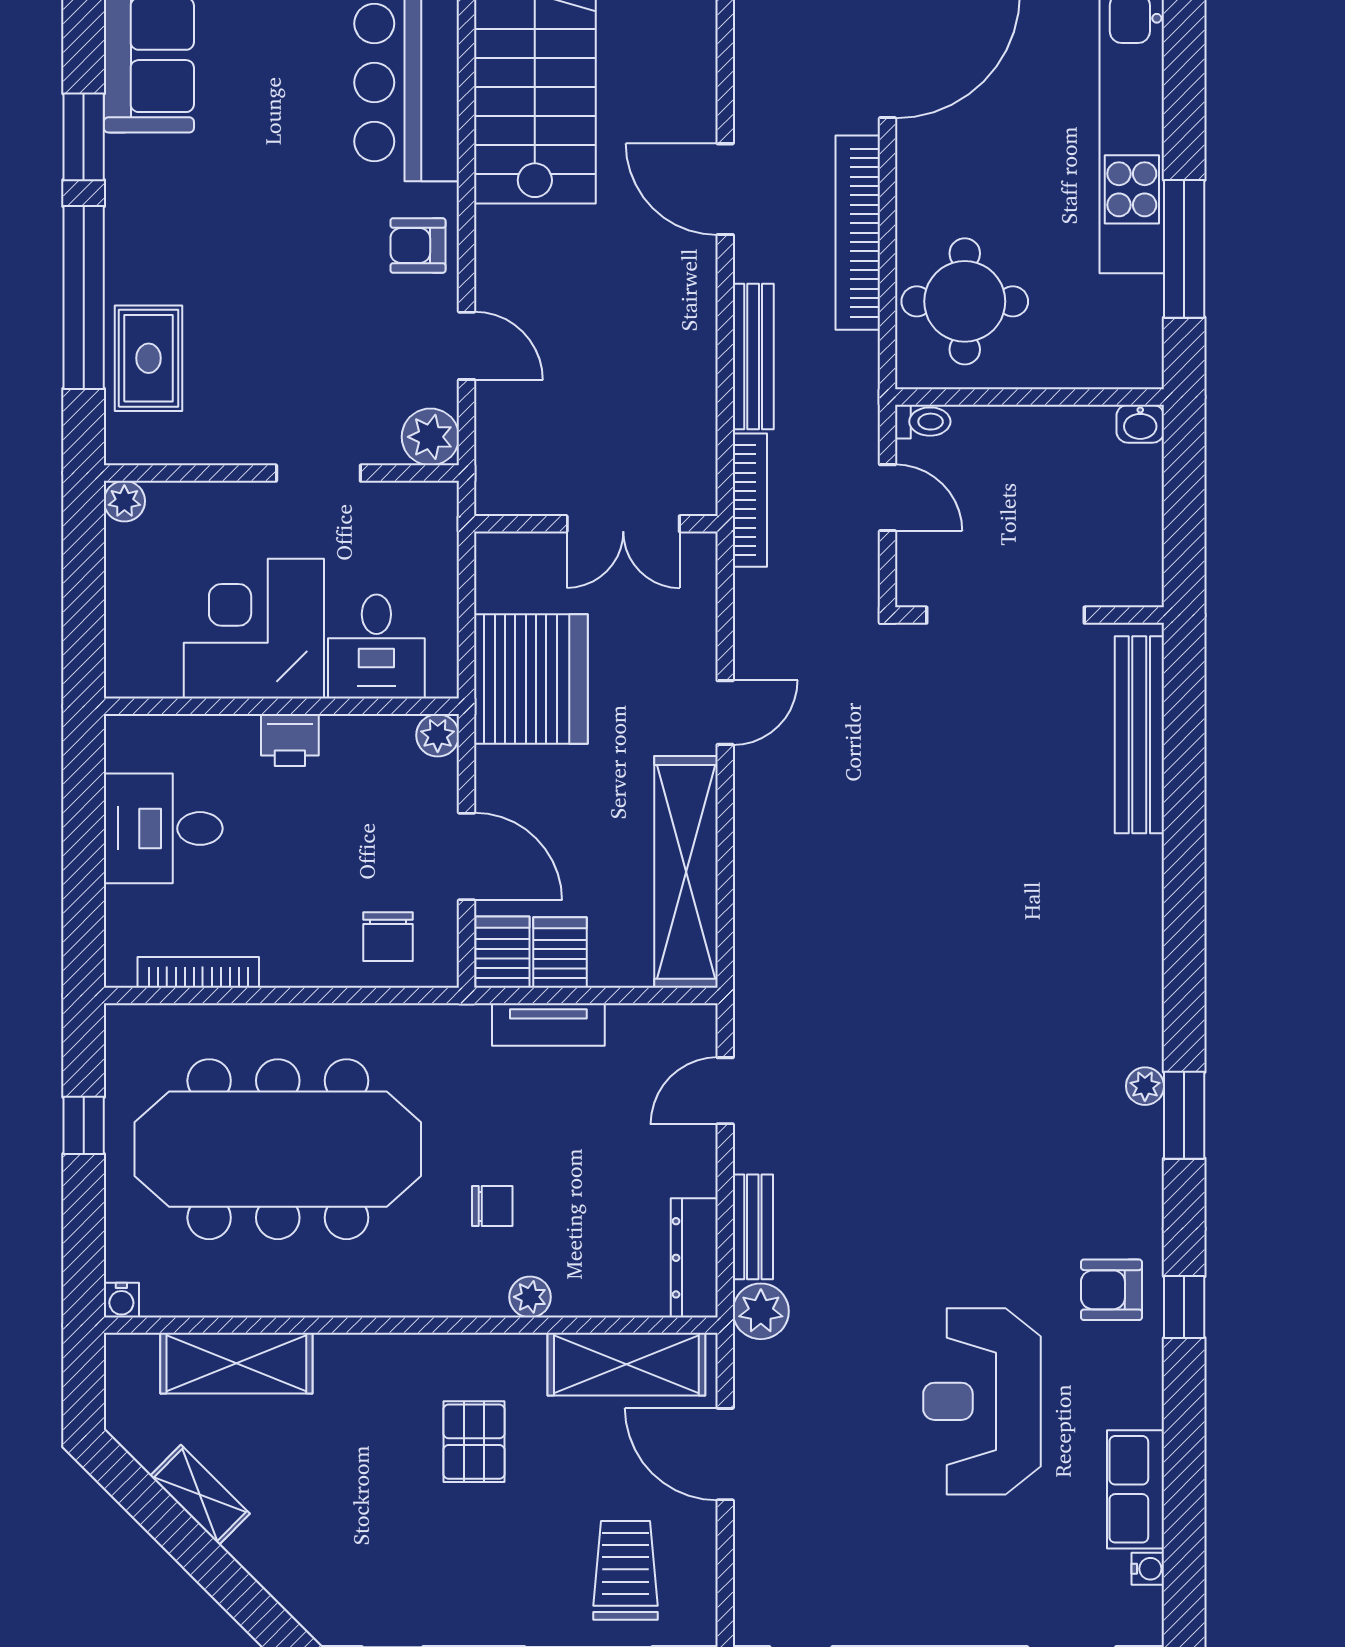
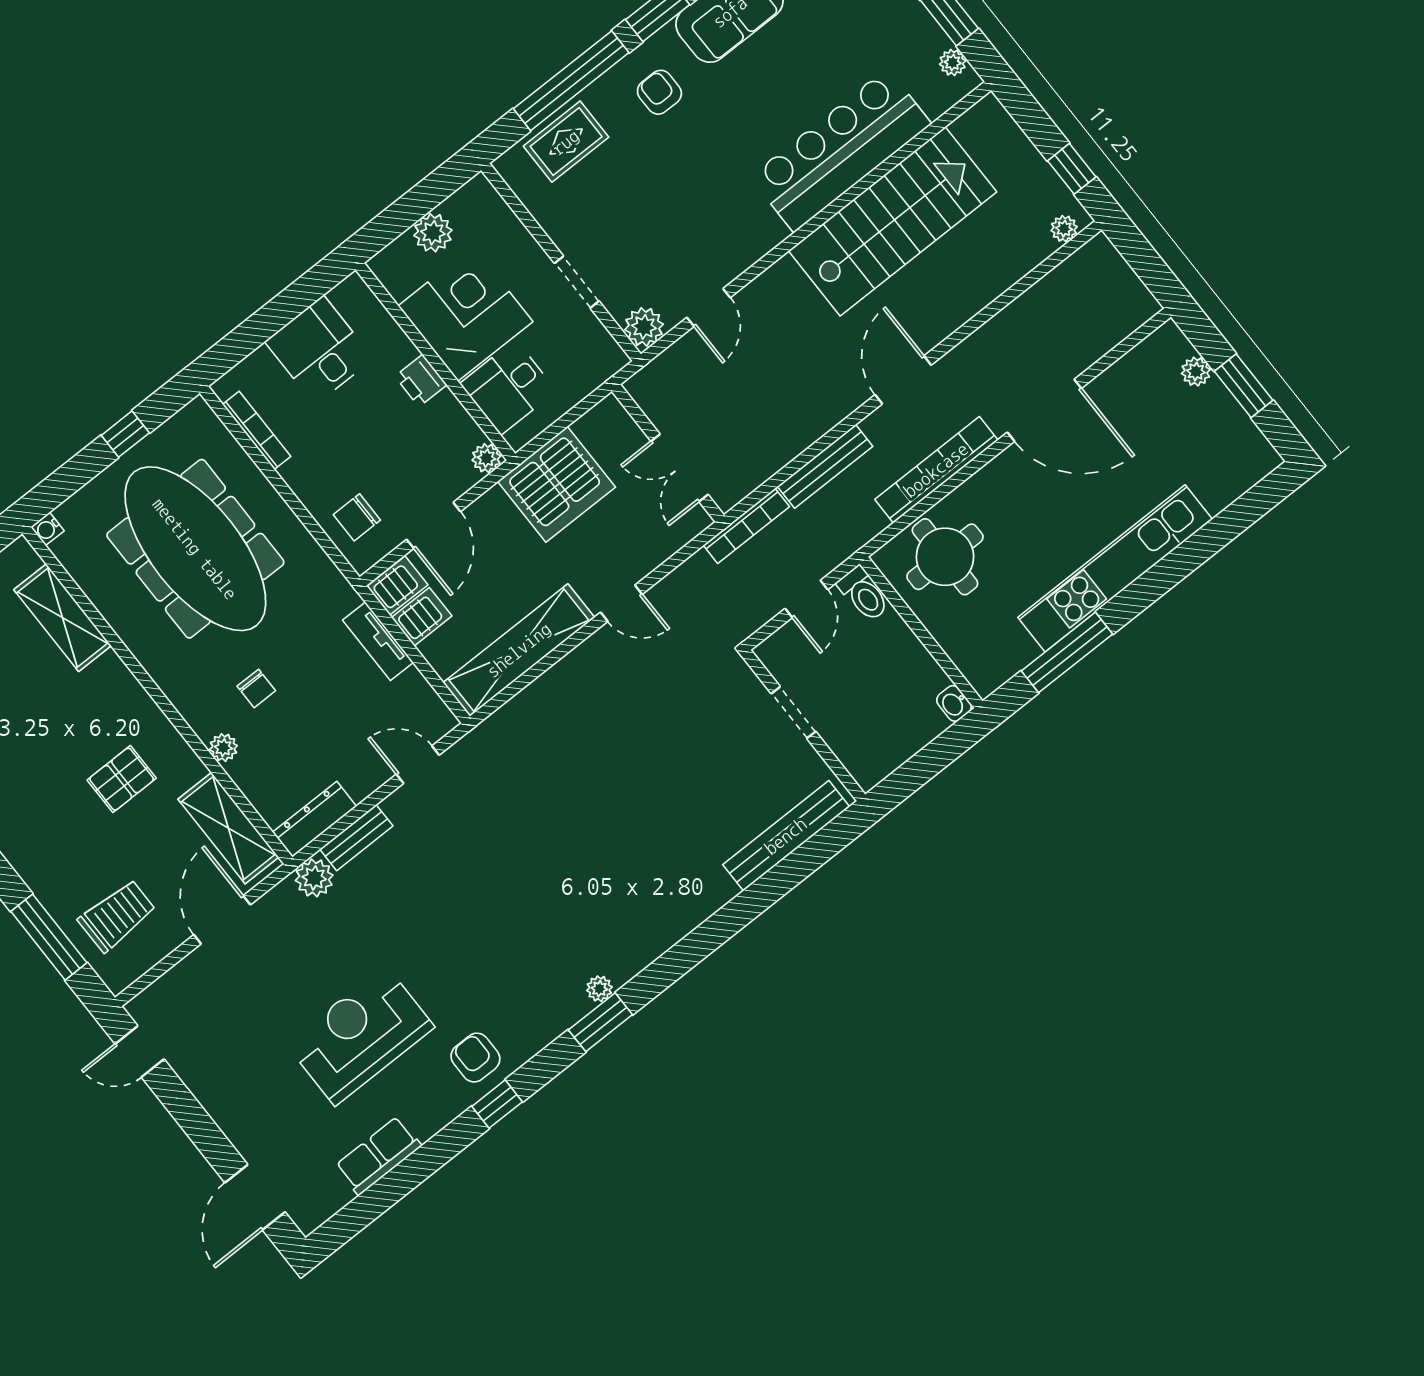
armchair: (418, 246) -> (659, 92), moved
toilet: (923, 422) -> (864, 594), width x1.37, depth x1.39
plant: (124, 501) -> (433, 233), moved, width x1.38, depth x1.38
doorway: (1005, 615) -> (793, 713), width x0.53
water cooler: (1148, 1569) -> (341, 1196), removed

